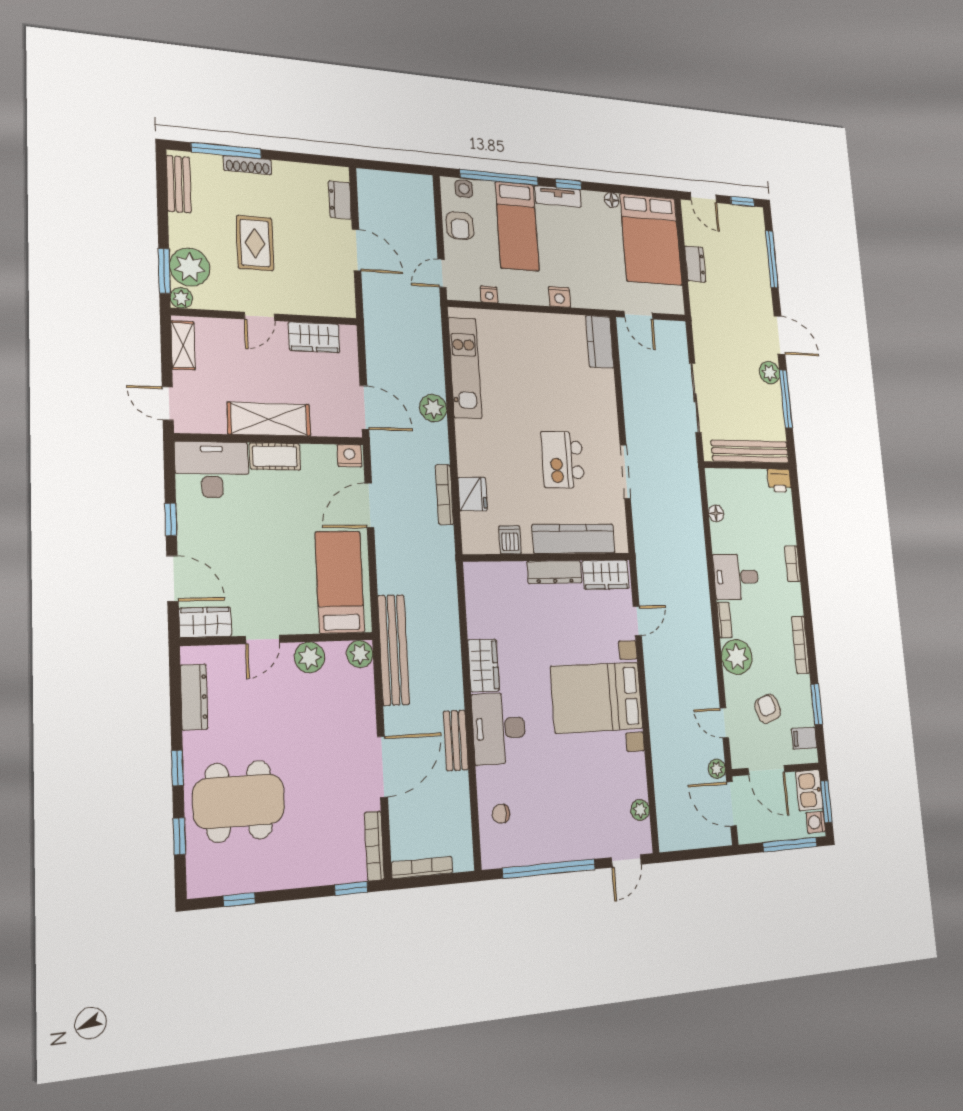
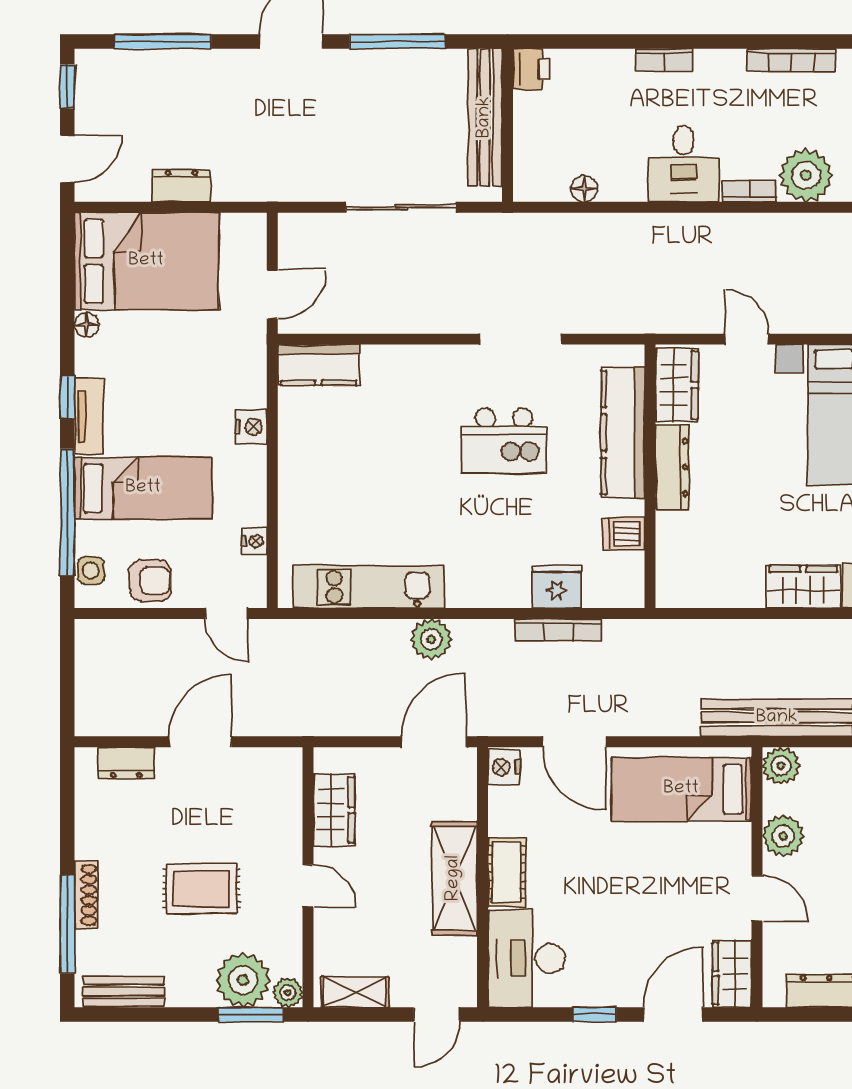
plant: (770, 373) -> (355, 67), removed

